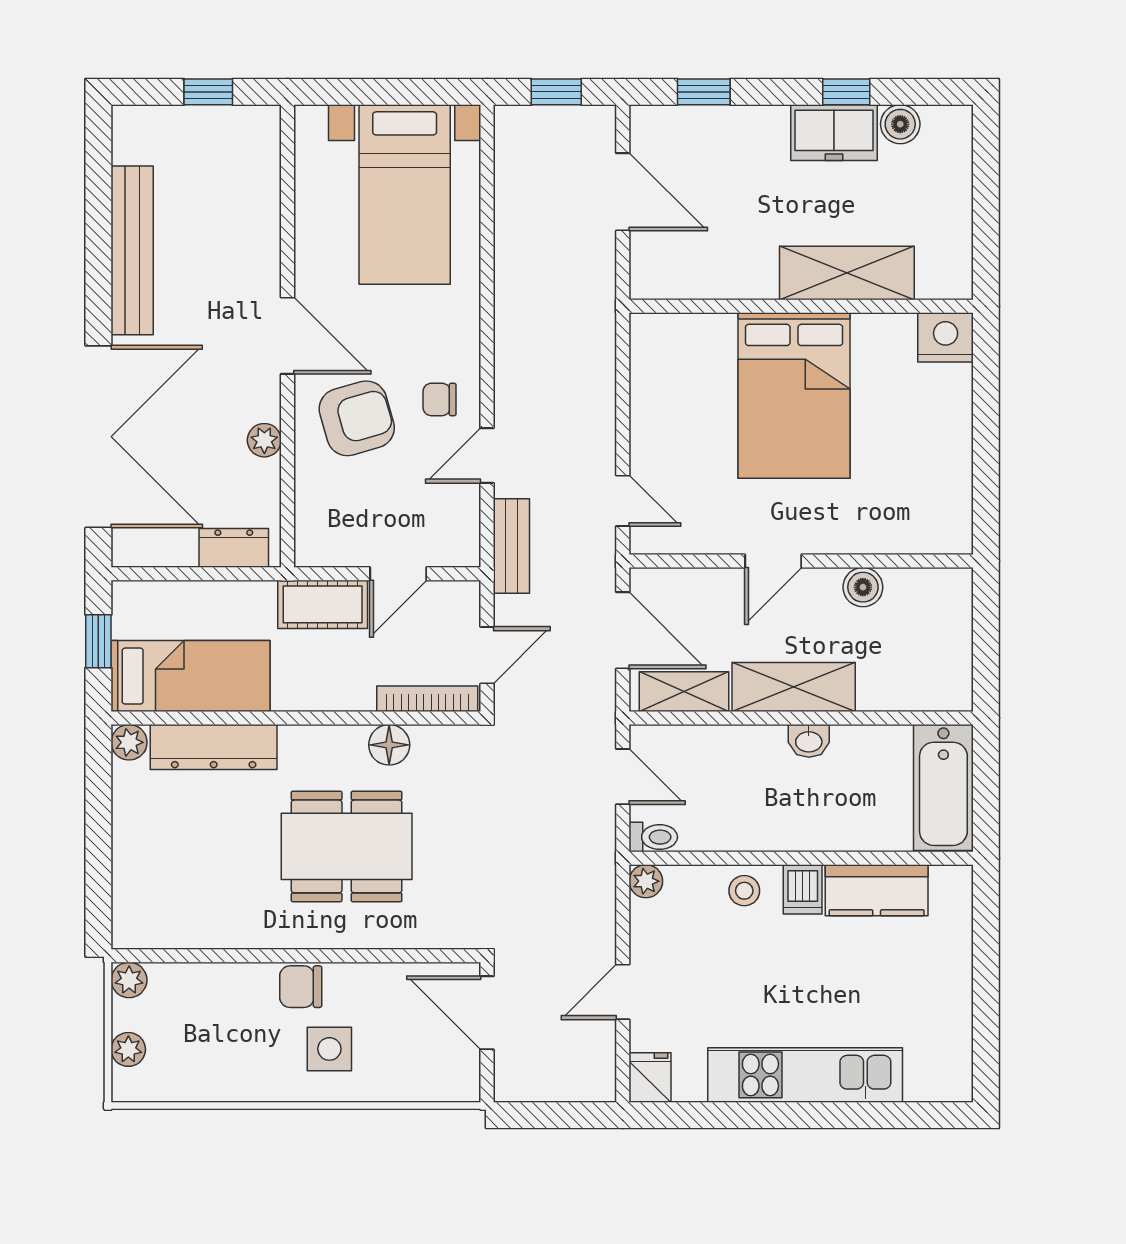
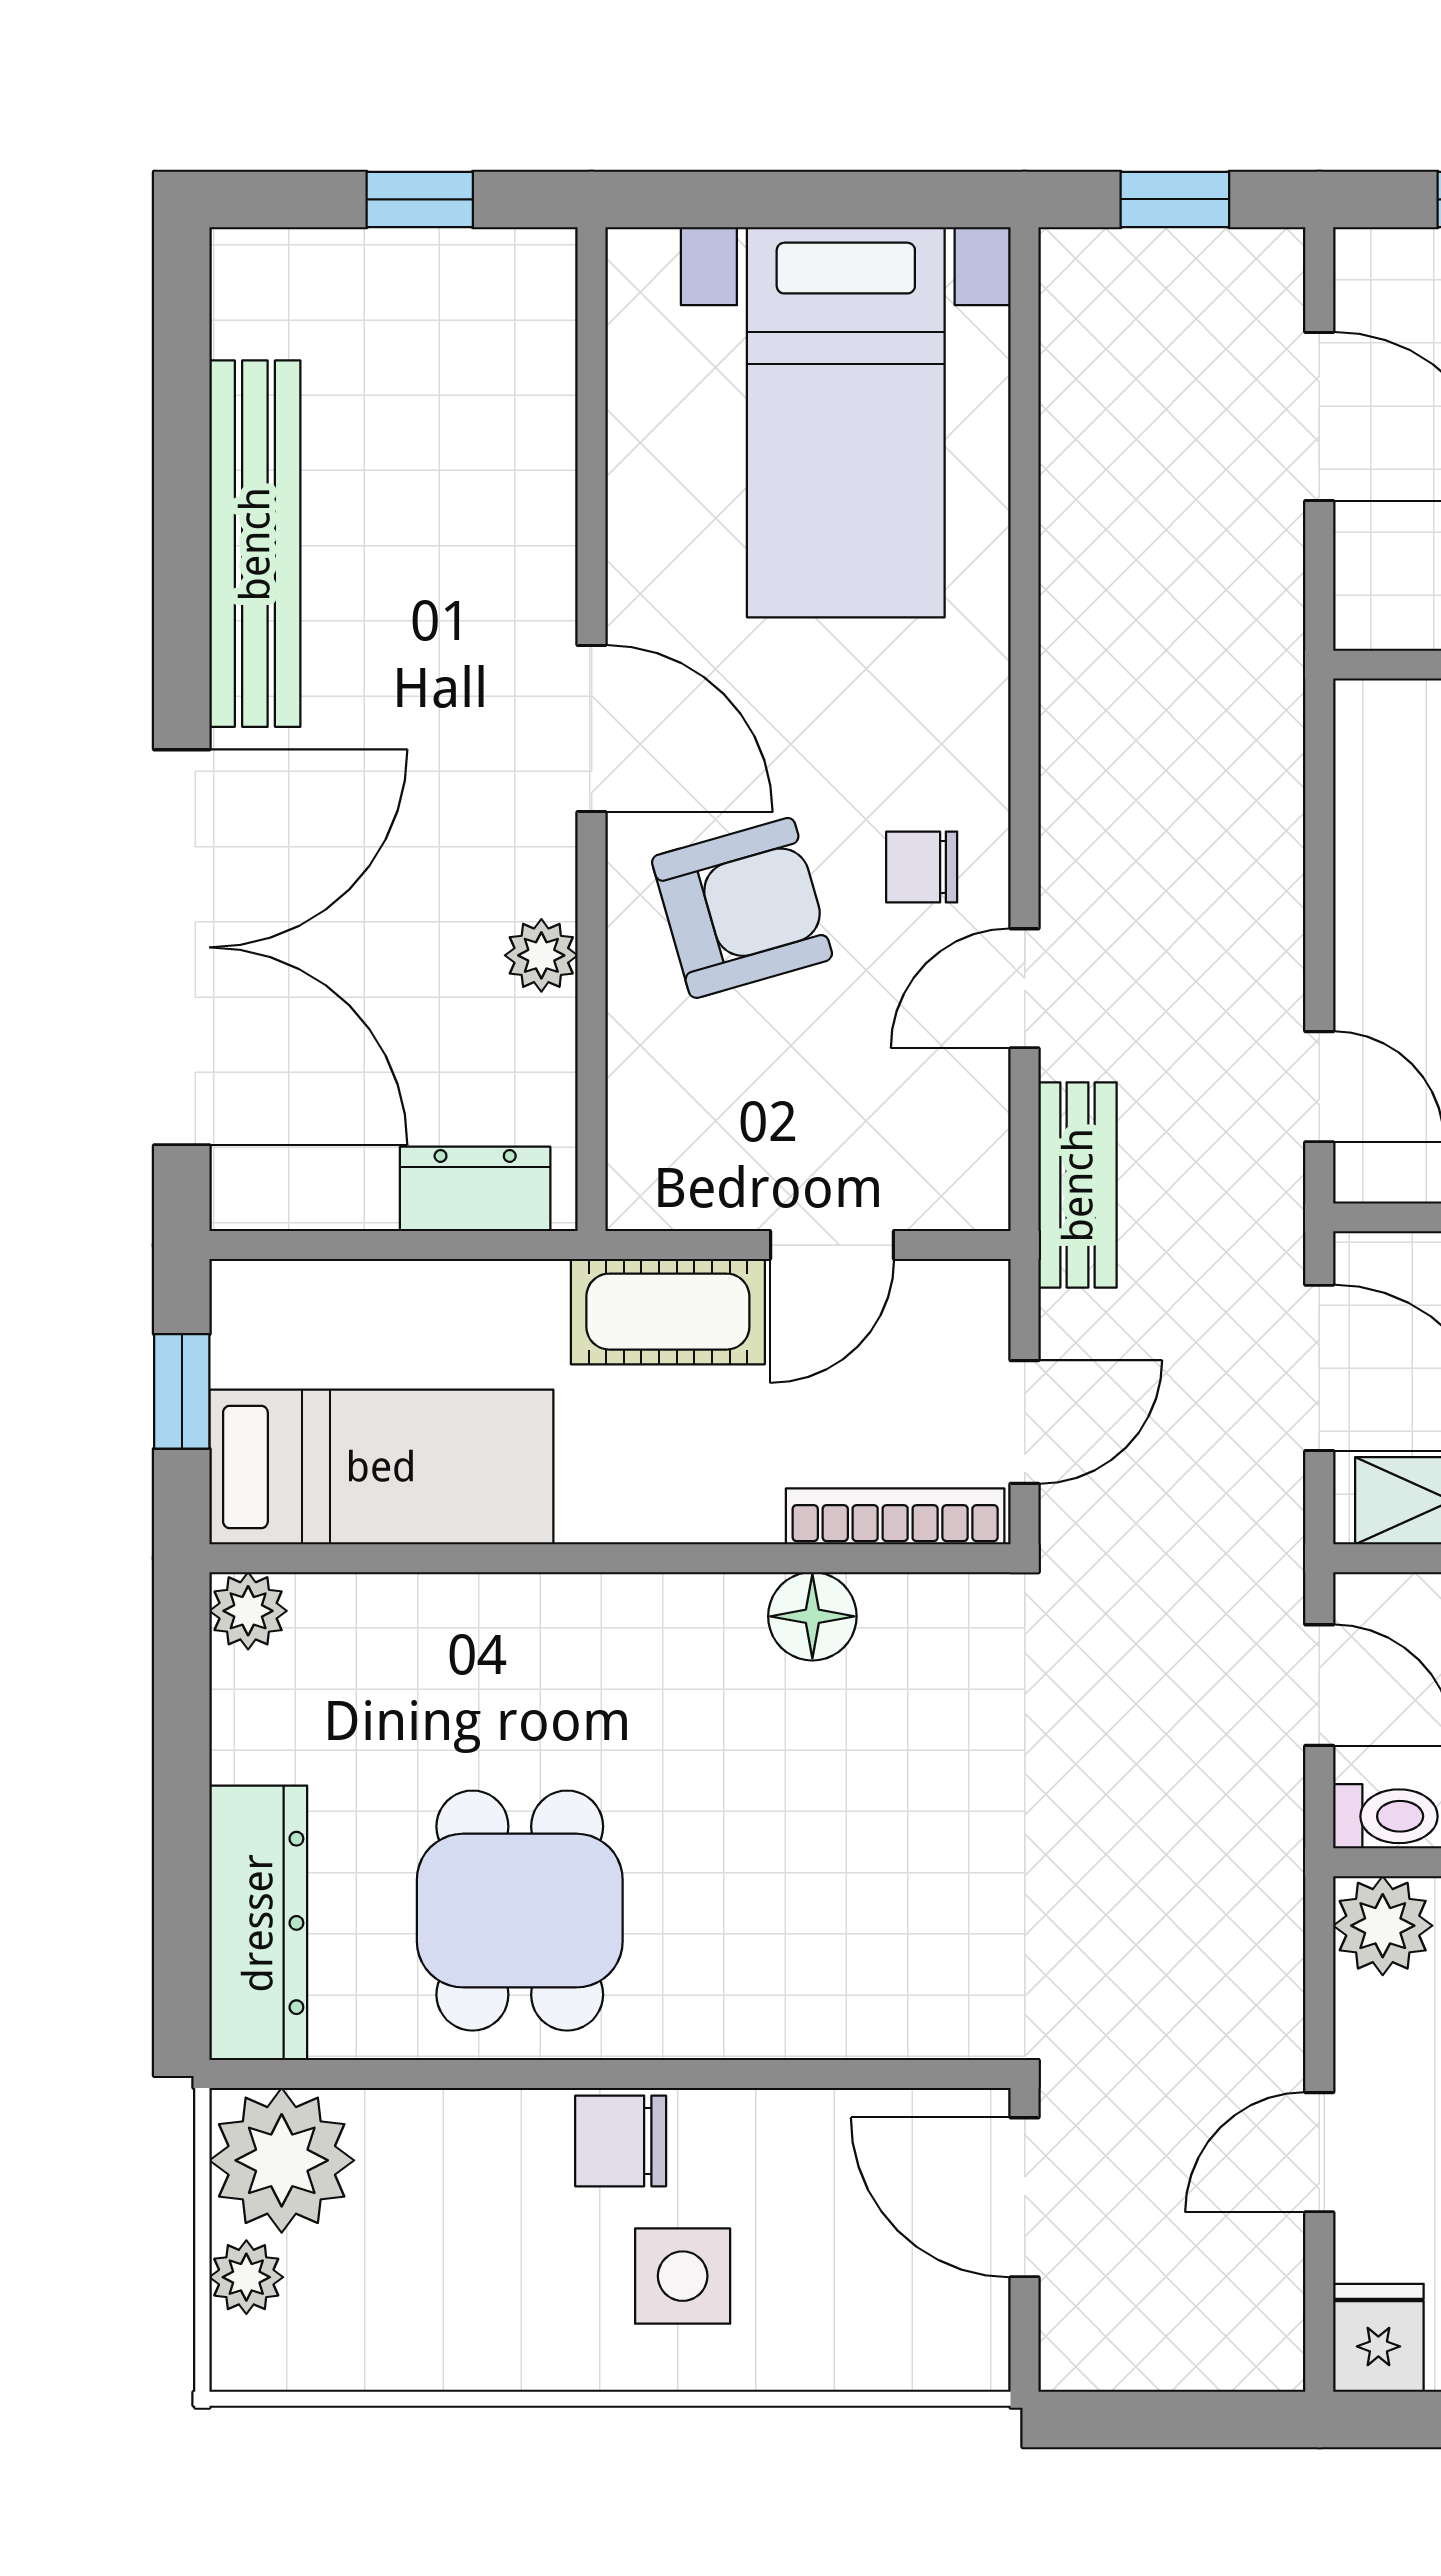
dresser: (214, 747) -> (258, 1923), moved, turned -90
dining table: (347, 846) -> (520, 1911), moved, width x0.73
plant: (646, 881) -> (1383, 1926), width x1.38, depth x1.38
plant: (129, 980) -> (282, 2160), width x1.87, depth x1.87

